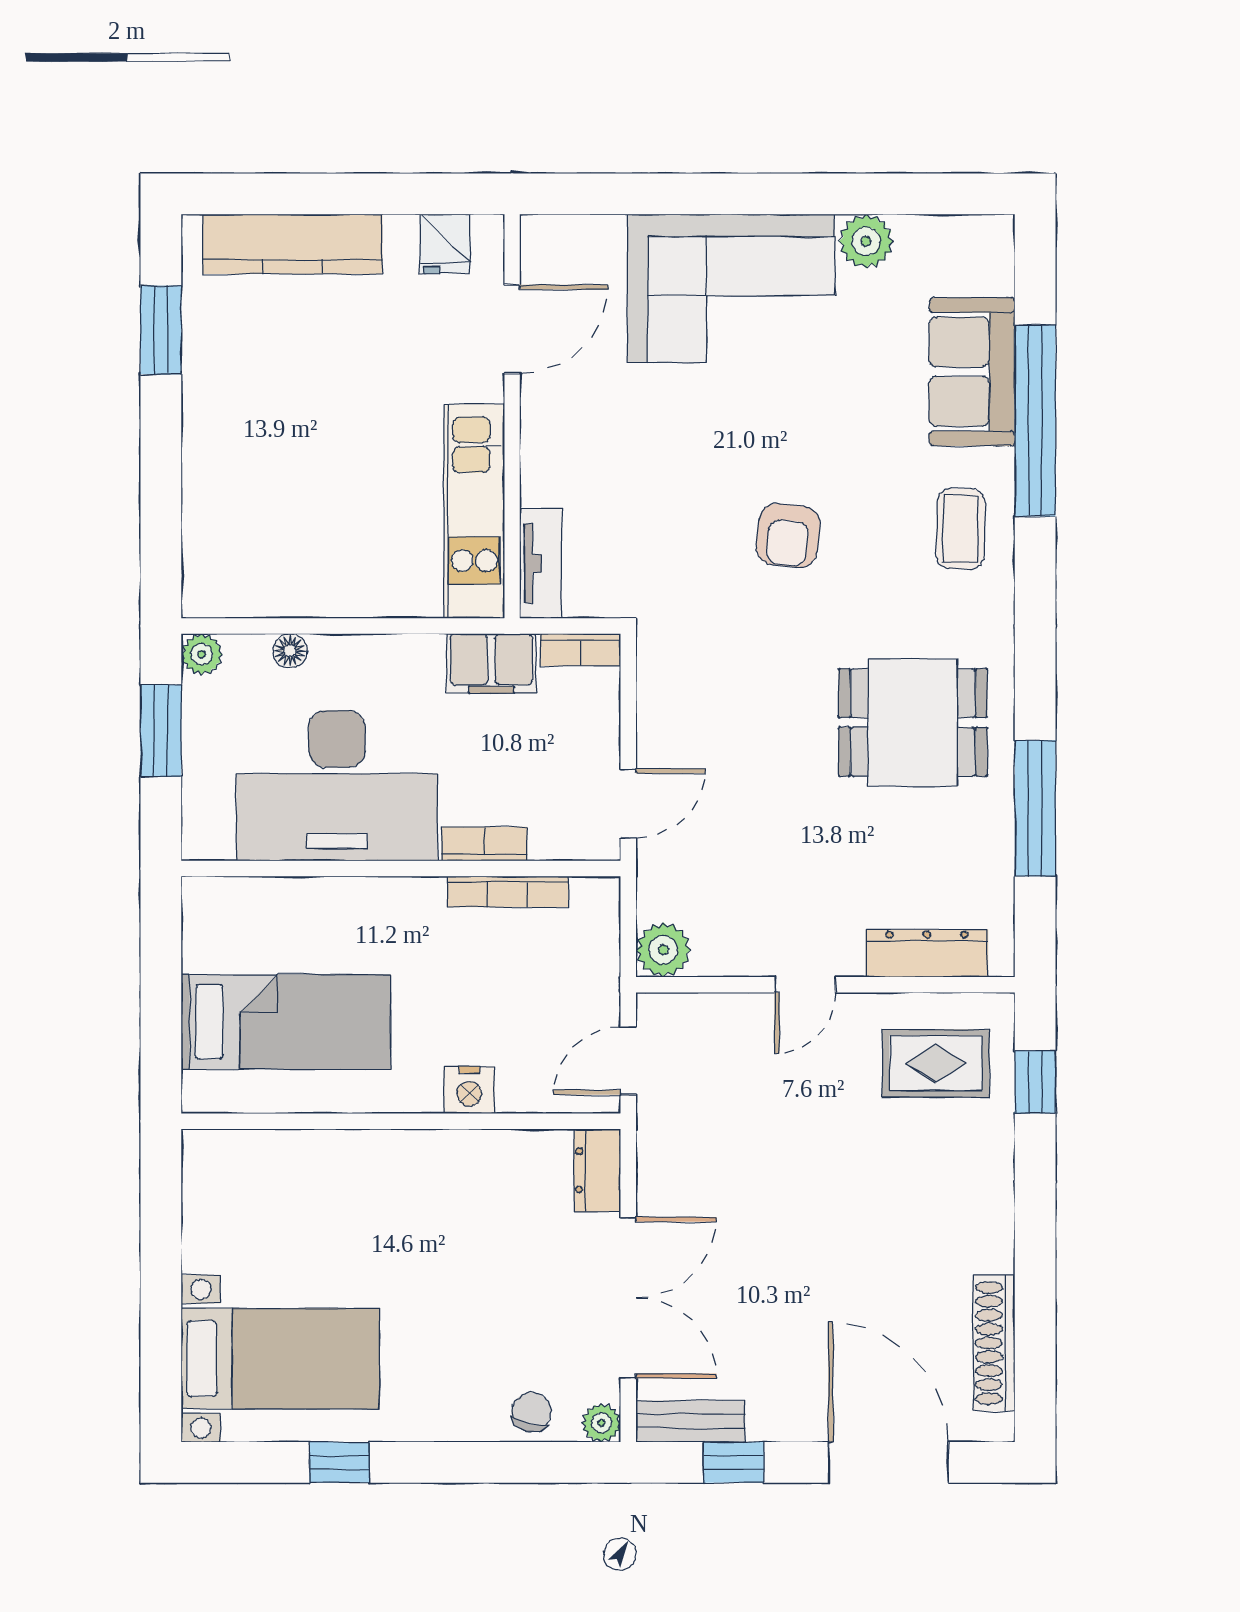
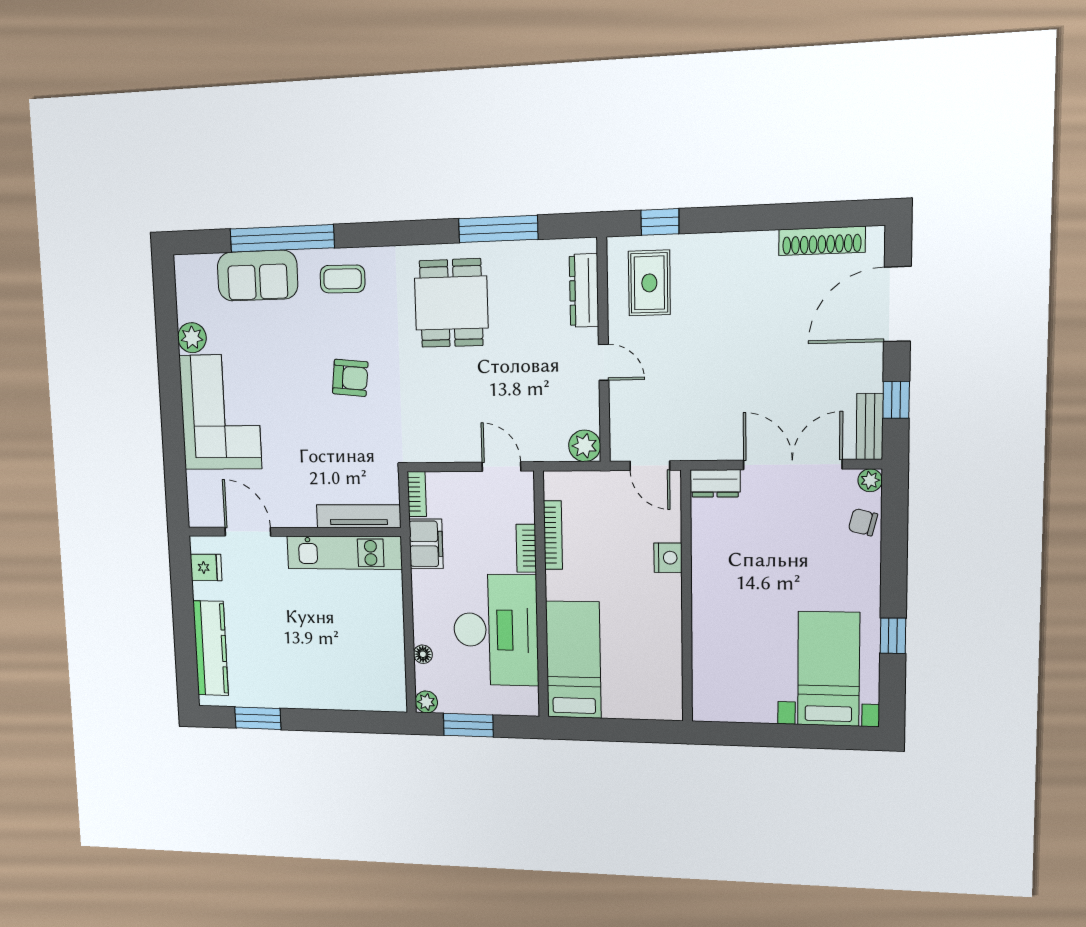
tv unit: (541, 563) -> (359, 516), width x1.41
bed: (286, 1022) -> (573, 660), moved

